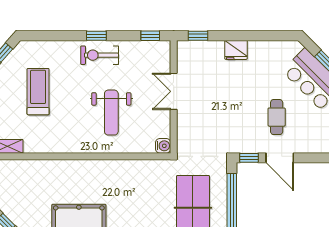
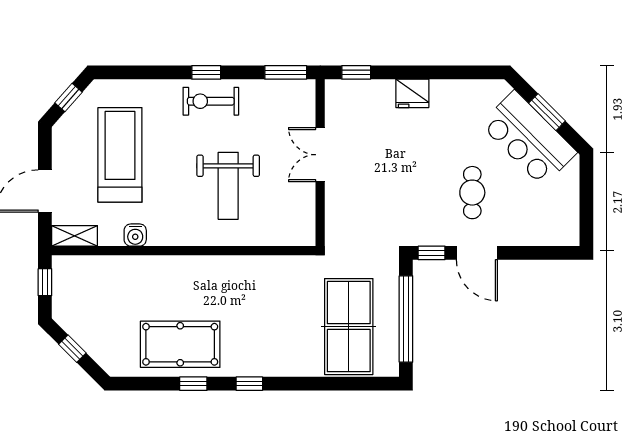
window: (150, 36) -> (286, 72), width x1.50
treadmill: (38, 92) -> (120, 155), width x1.37, depth x1.38
water cooler: (163, 146) -> (135, 235), moved, turned 90

